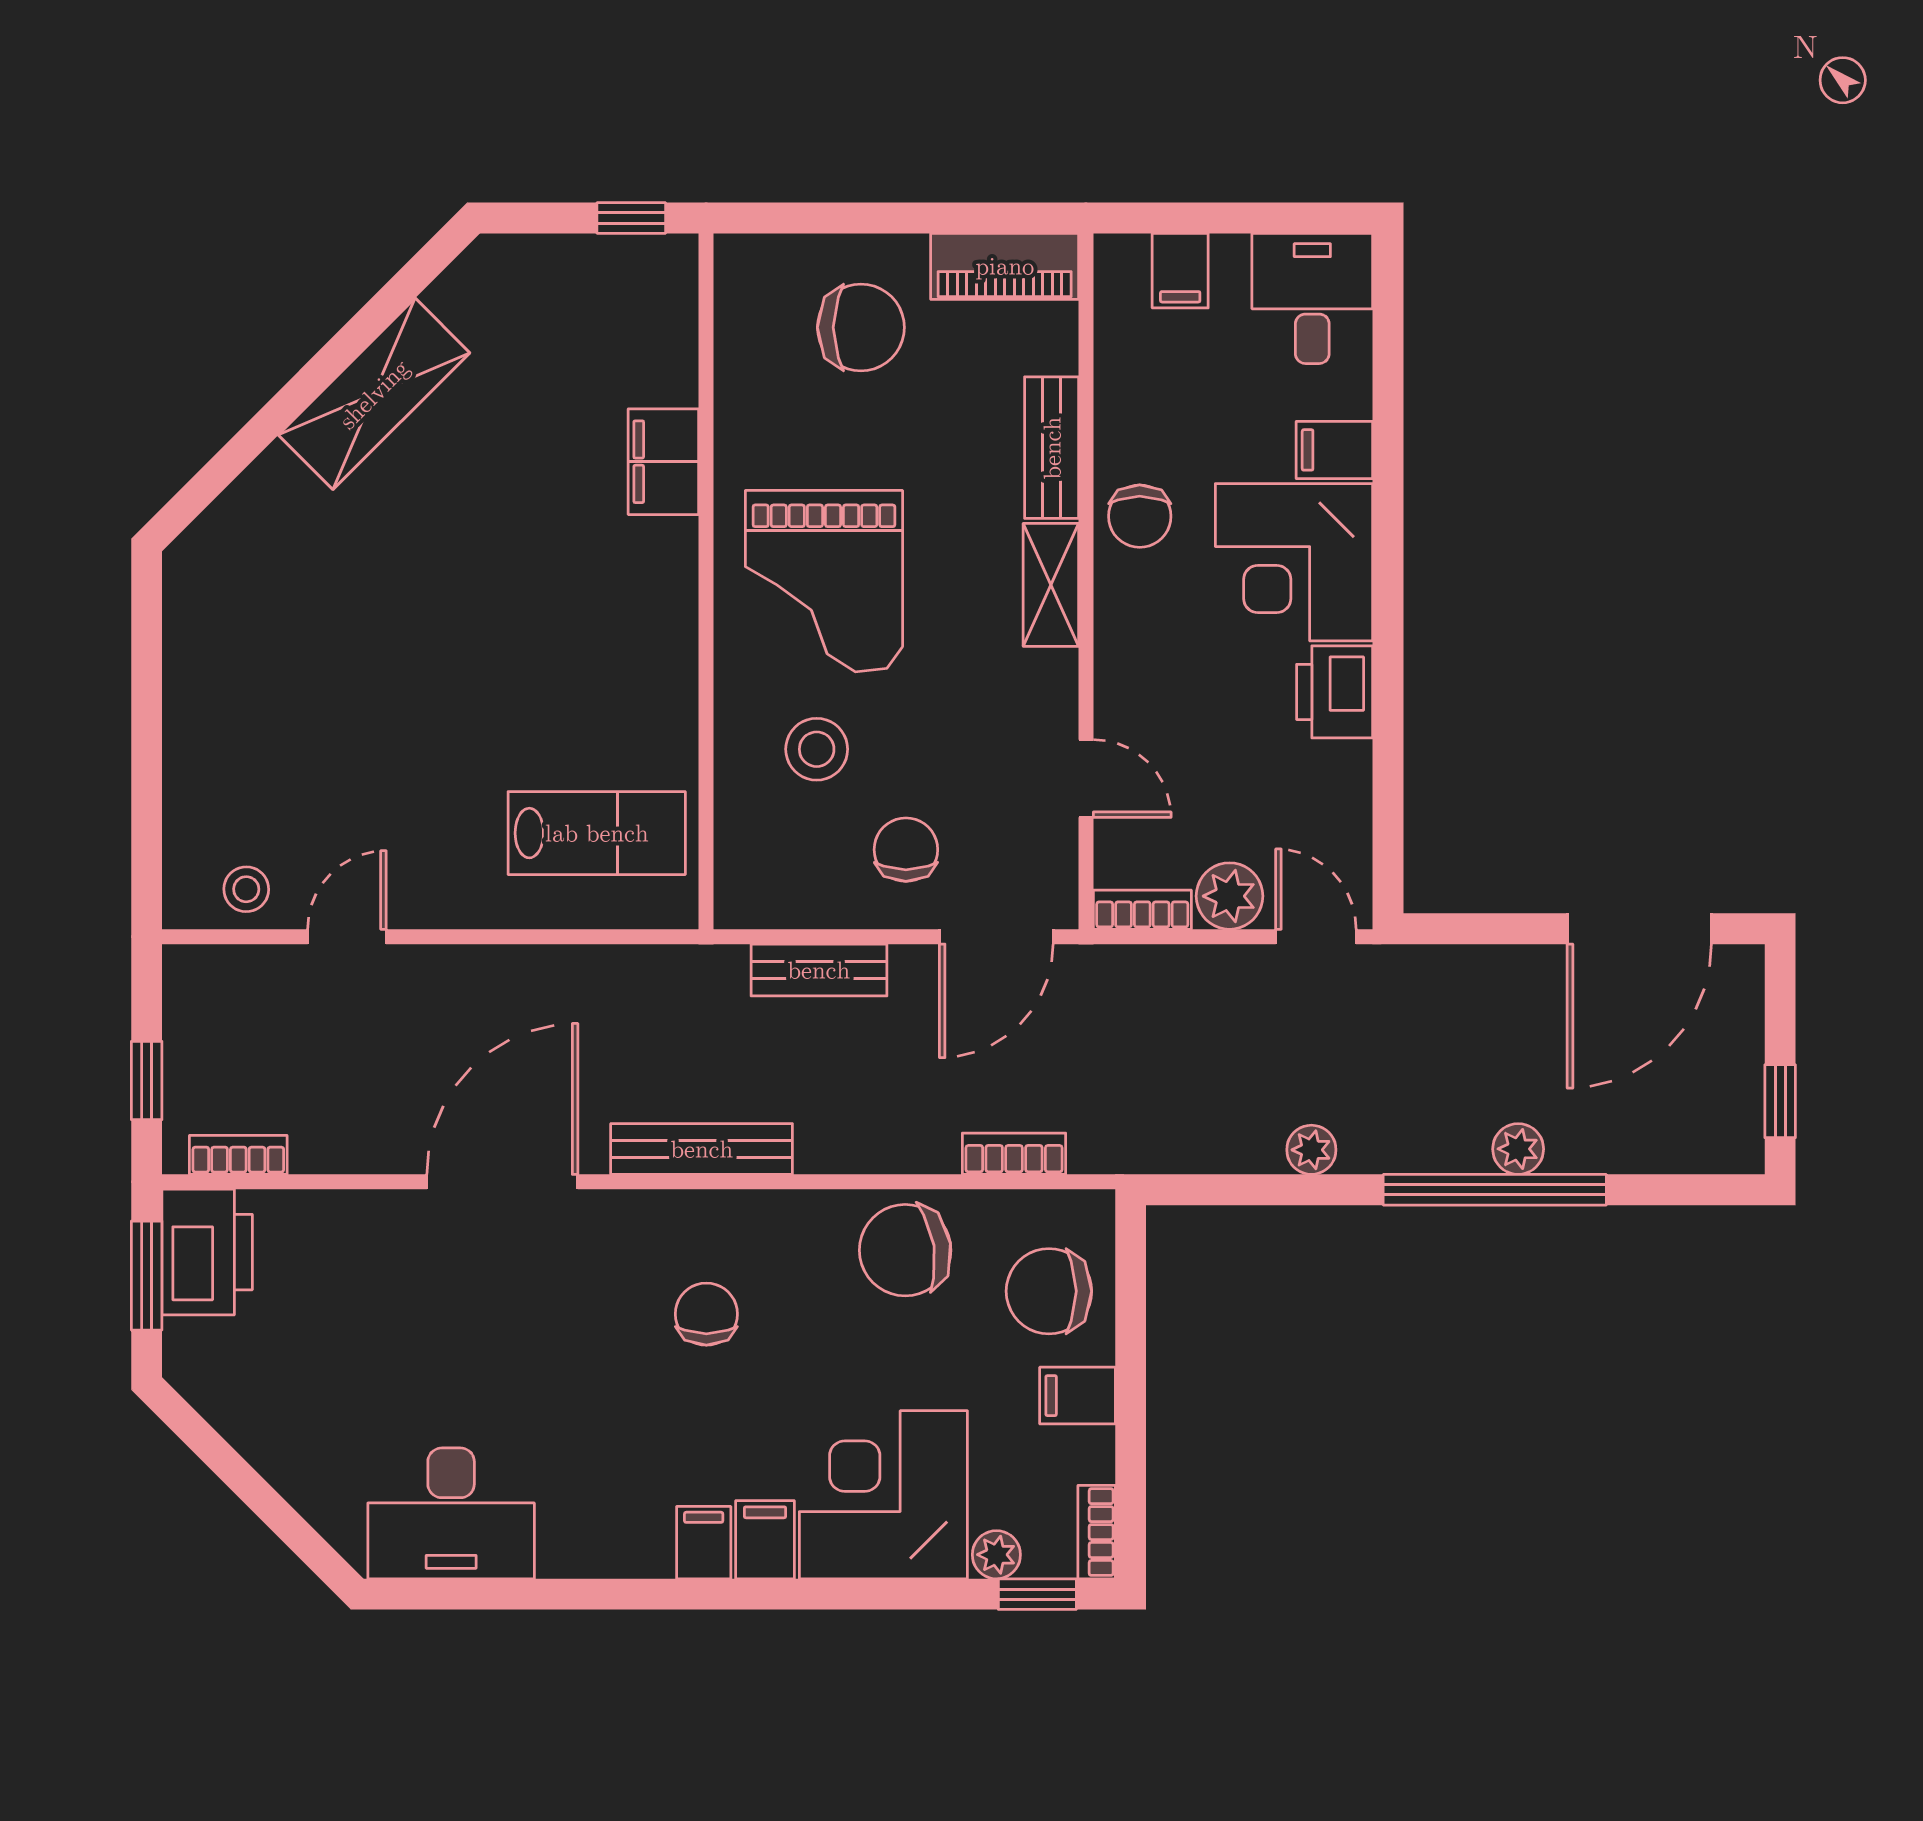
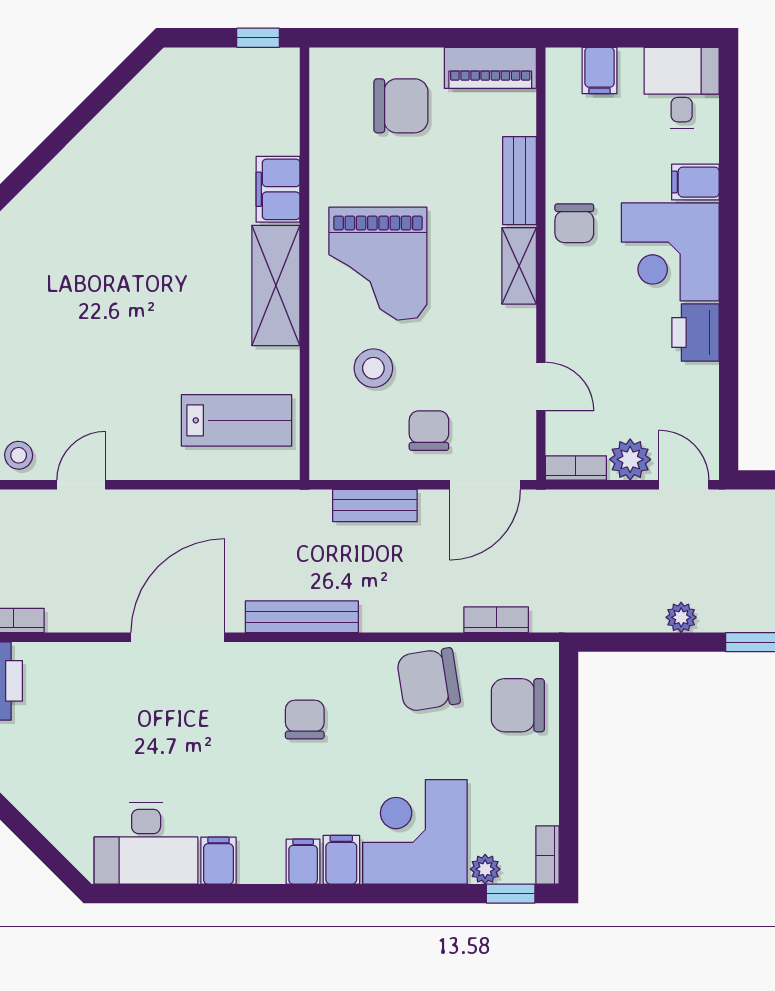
shelving: (374, 394) -> (276, 286), moved, turned -45
filing cabinet: (1078, 1396) -> (218, 861), moved, turned 90

